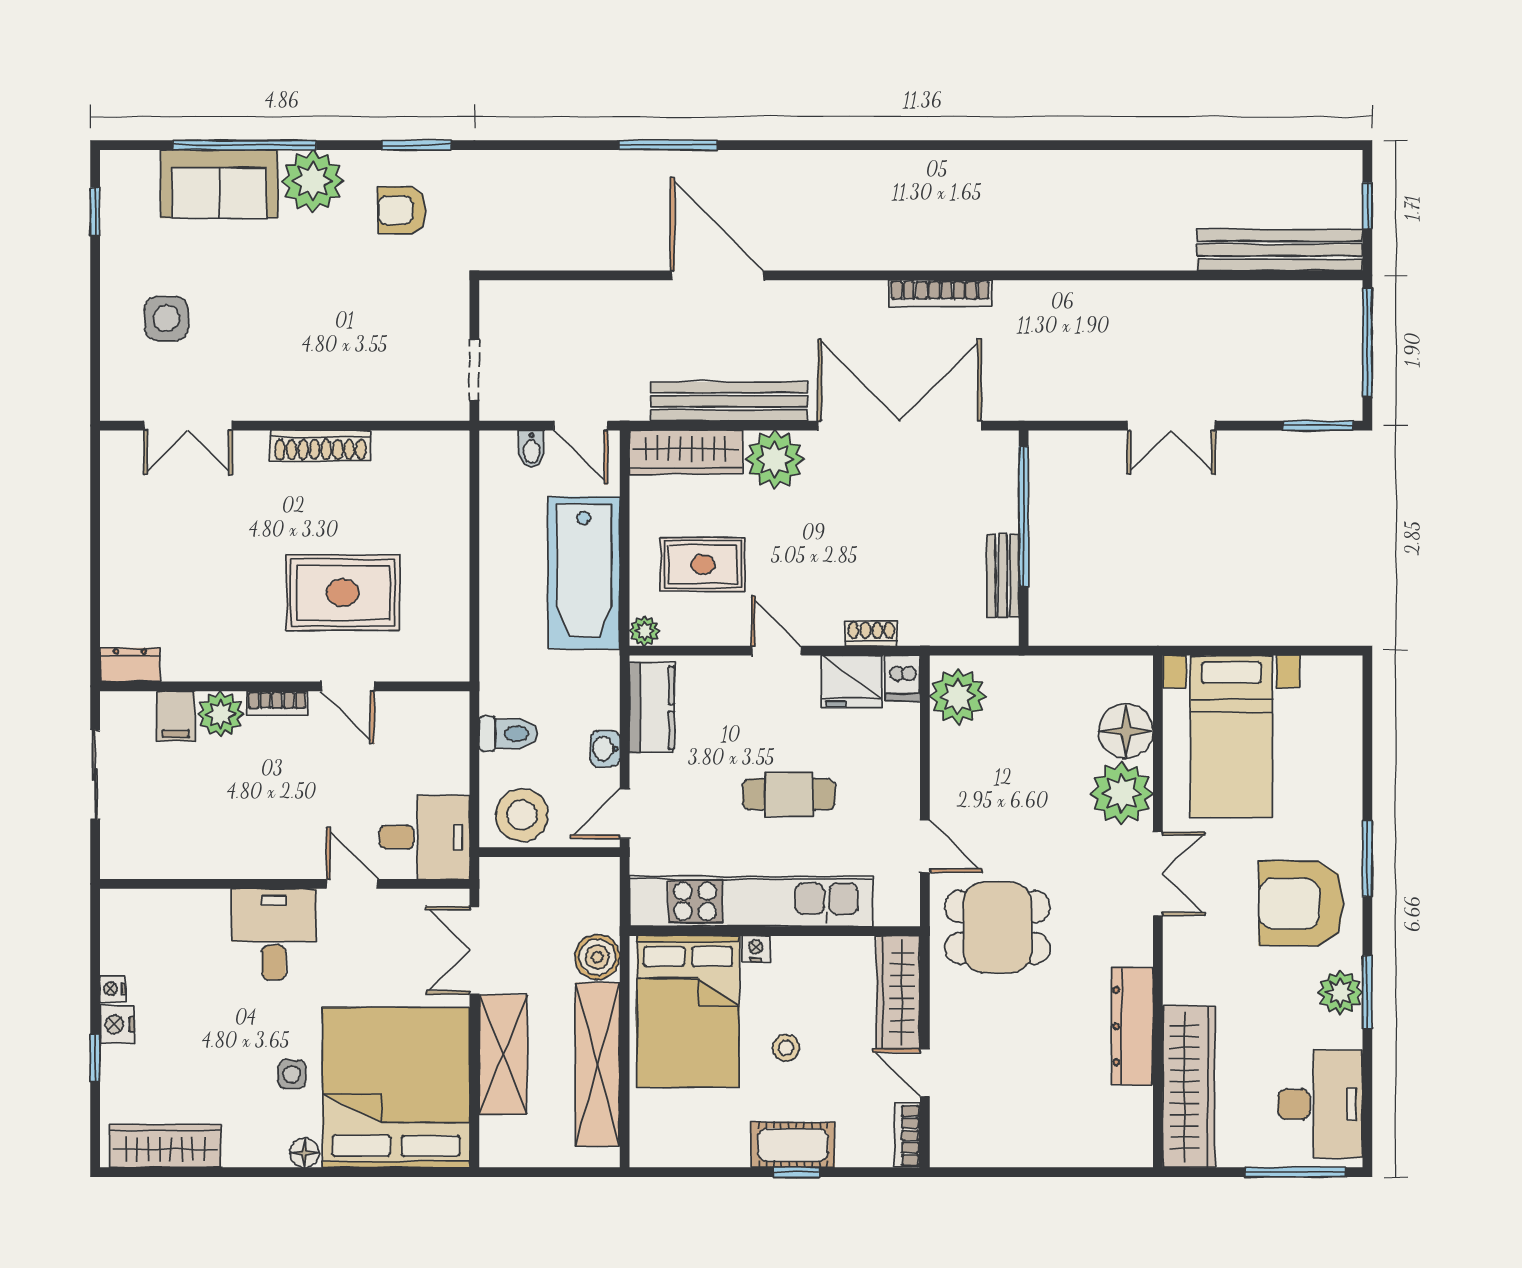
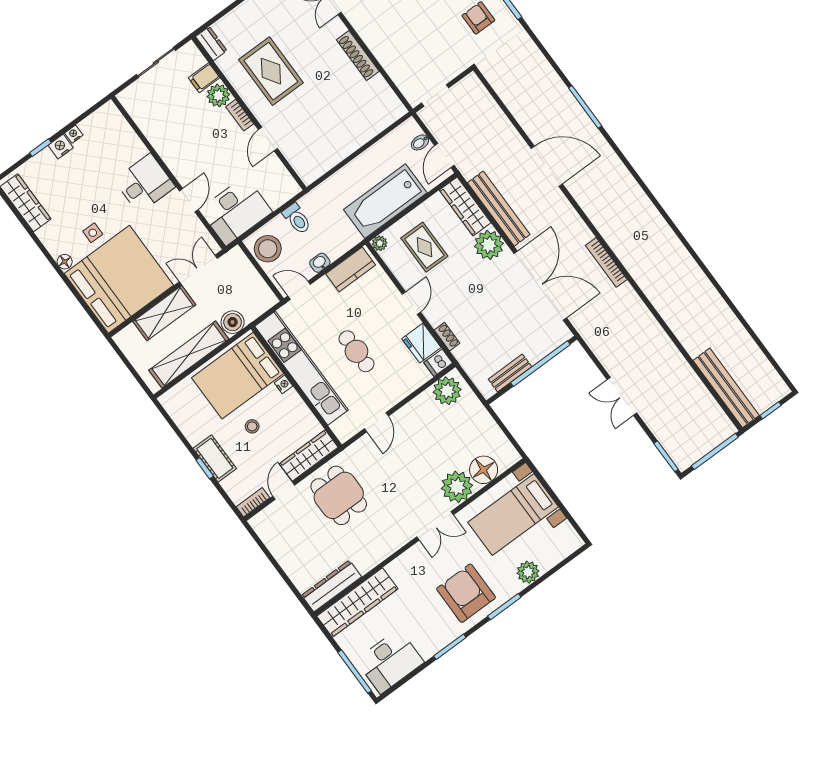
door: (717, 275) -> (547, 166), hinge flipped
rug: (343, 593) -> (271, 71), moved
desk: (424, 837) -> (236, 211), width x1.37
dining table: (997, 927) -> (339, 495), moved
plant: (1340, 992) -> (528, 572), moved
dresser: (1132, 1026) -> (331, 586), moved

